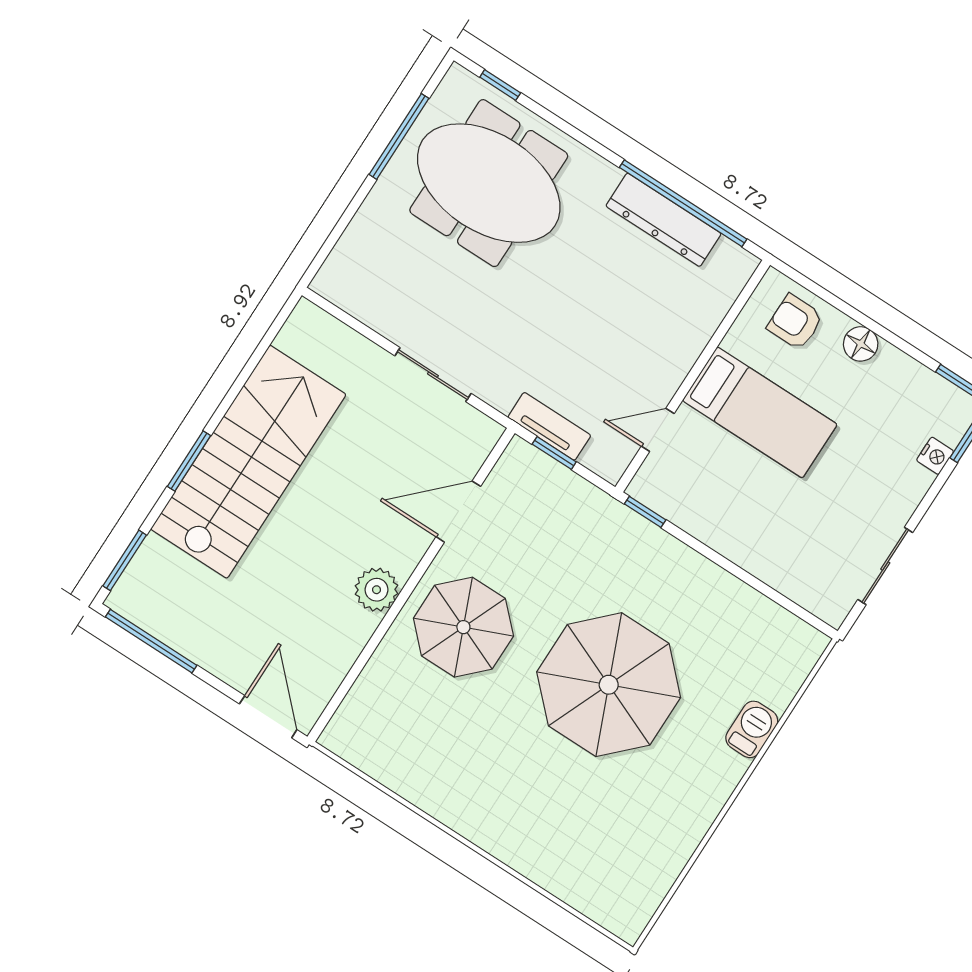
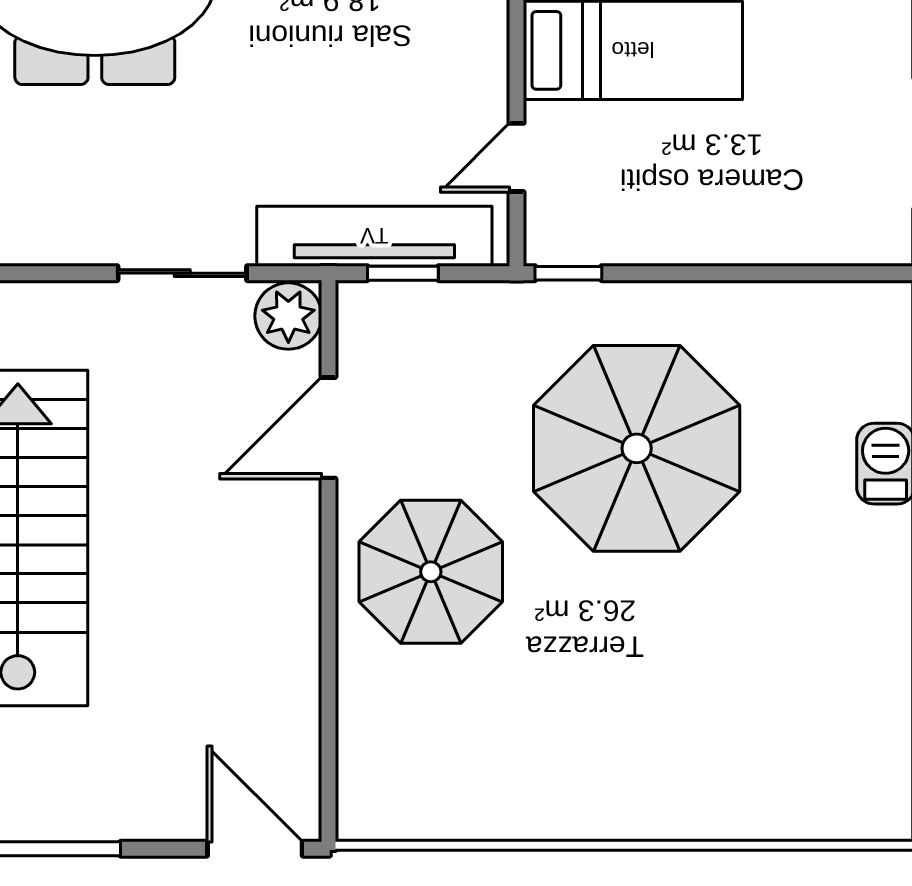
tv unit: (549, 426) -> (374, 236), width x1.92, depth x1.29
plant: (377, 590) -> (288, 316), moved
parasol: (609, 685) -> (637, 448), moved

